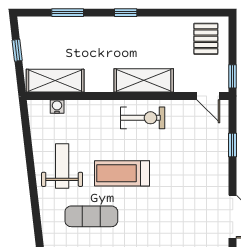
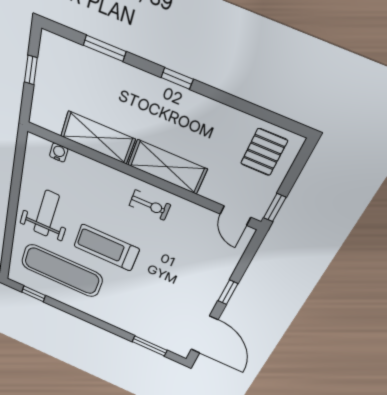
shelving: (55, 81) -> (98, 138), moved
exercise bike: (143, 118) -> (150, 205), width x0.73, depth x0.72
window: (233, 145) -> (228, 292), moved
exercise mat: (91, 216) -> (62, 271), width x1.36, depth x1.45

